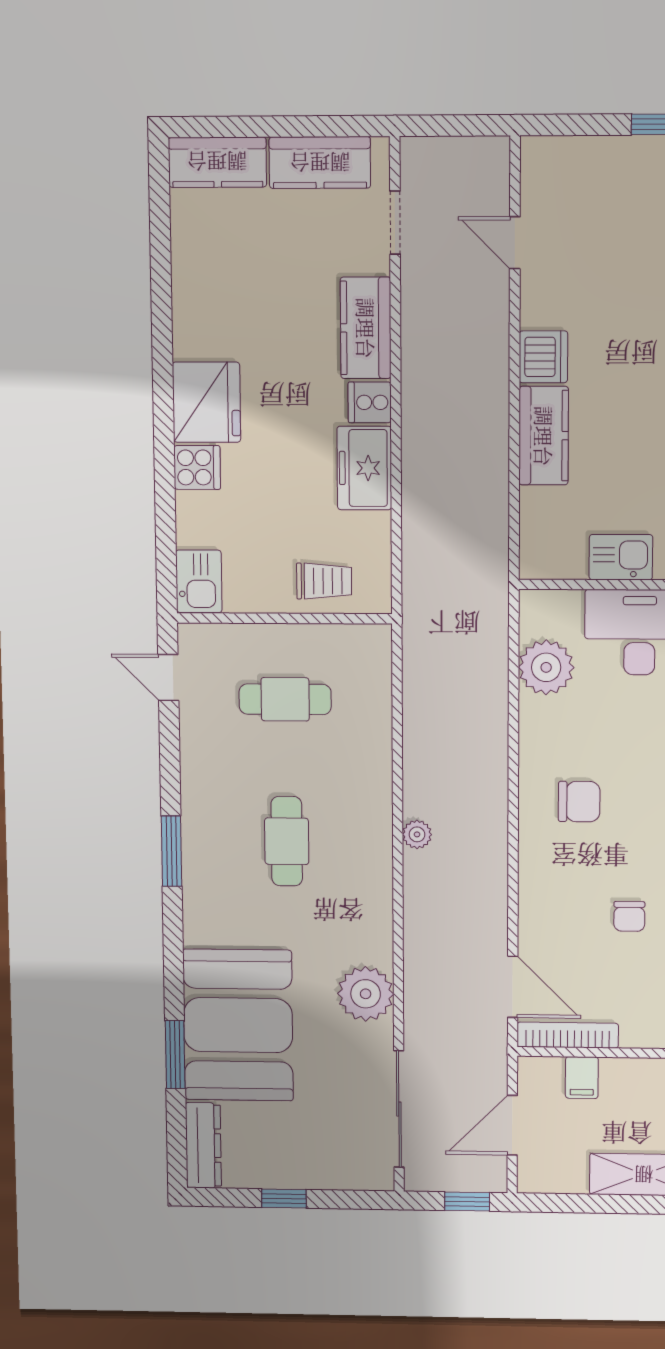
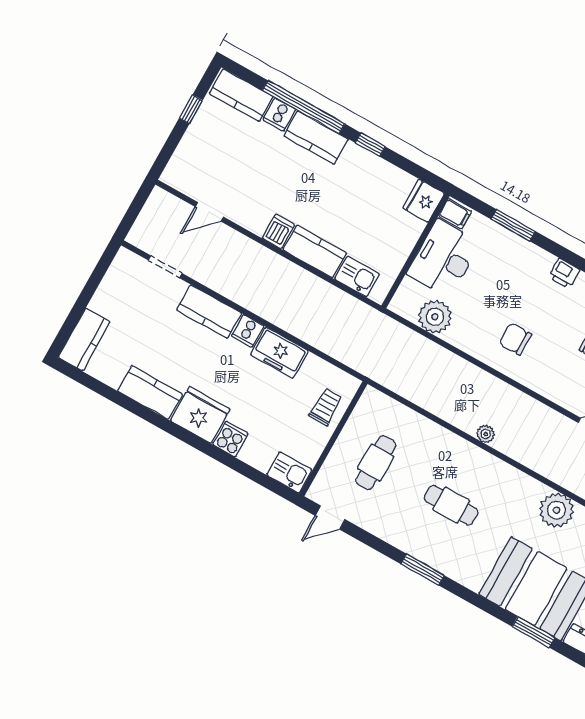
kitchen counter: (320, 163) -> (150, 393), moved, turned -90
dishwasher: (543, 357) -> (278, 231), width x0.73
kitchen sink: (621, 557) -> (357, 276), moved, turned 90
chair: (579, 802) -> (515, 339), turned -90

